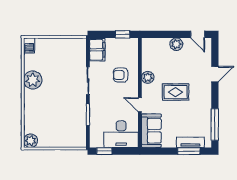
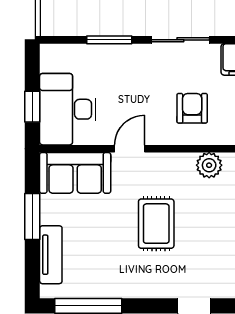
plant: (148, 77) -> (209, 165), moved
window: (104, 151) -> (32, 107), moved
window: (189, 151) -> (32, 216), moved

